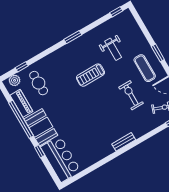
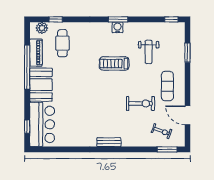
water cooler: (76, 44) -> (118, 27), added
window: (158, 53) -> (187, 53), moved
exercise bike: (131, 95) -> (140, 104), turned 90
window: (40, 151) -> (27, 127), moved

